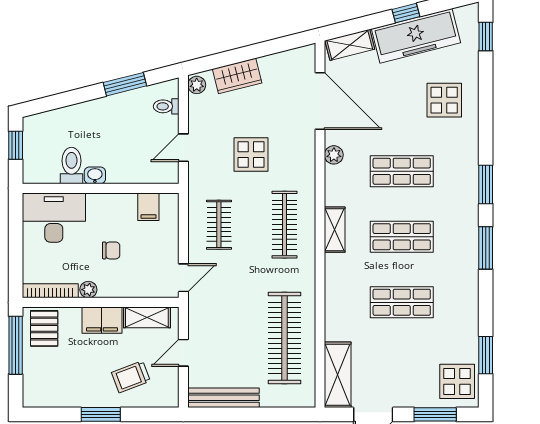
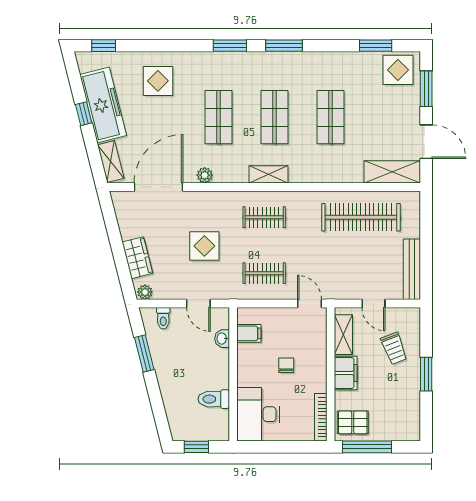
washbasin: (95, 175) -> (222, 339), moved
clothes rail: (285, 225) -> (264, 217), width x0.73
plant: (88, 290) -> (320, 385), removed

